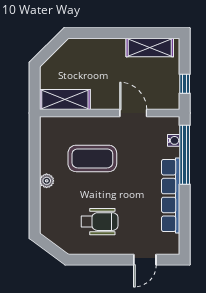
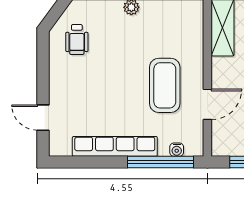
coffee table: (92, 158) -> (165, 85), moved
wheelchair: (99, 222) -> (77, 39), moved, width x0.73, depth x0.73

